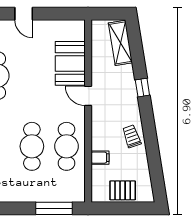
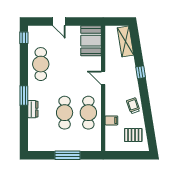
booth: (70, 63) -> (91, 41), moved
pallet: (123, 190) -> (133, 135), moved
window: (54, 208) -> (67, 155), moved

